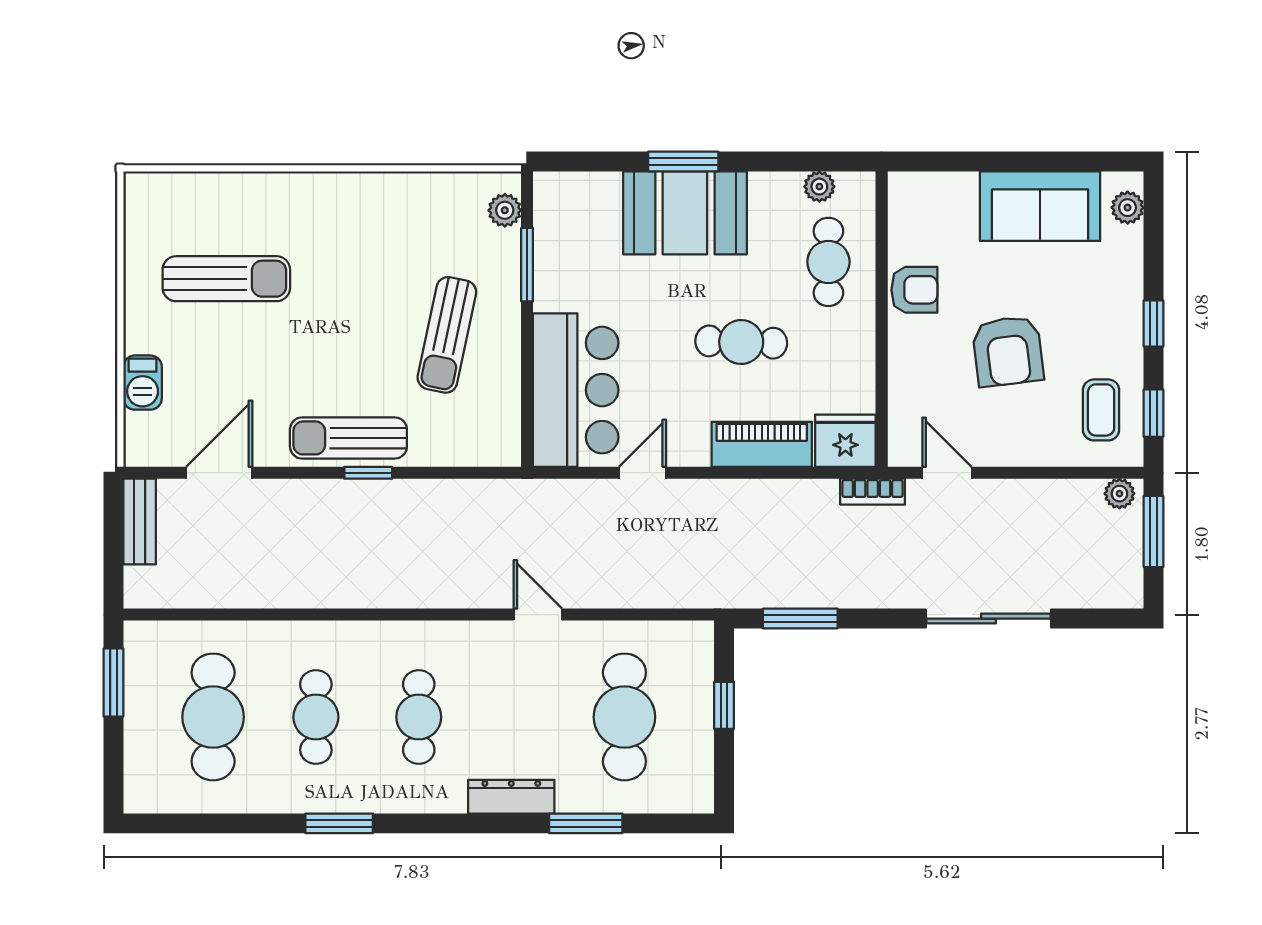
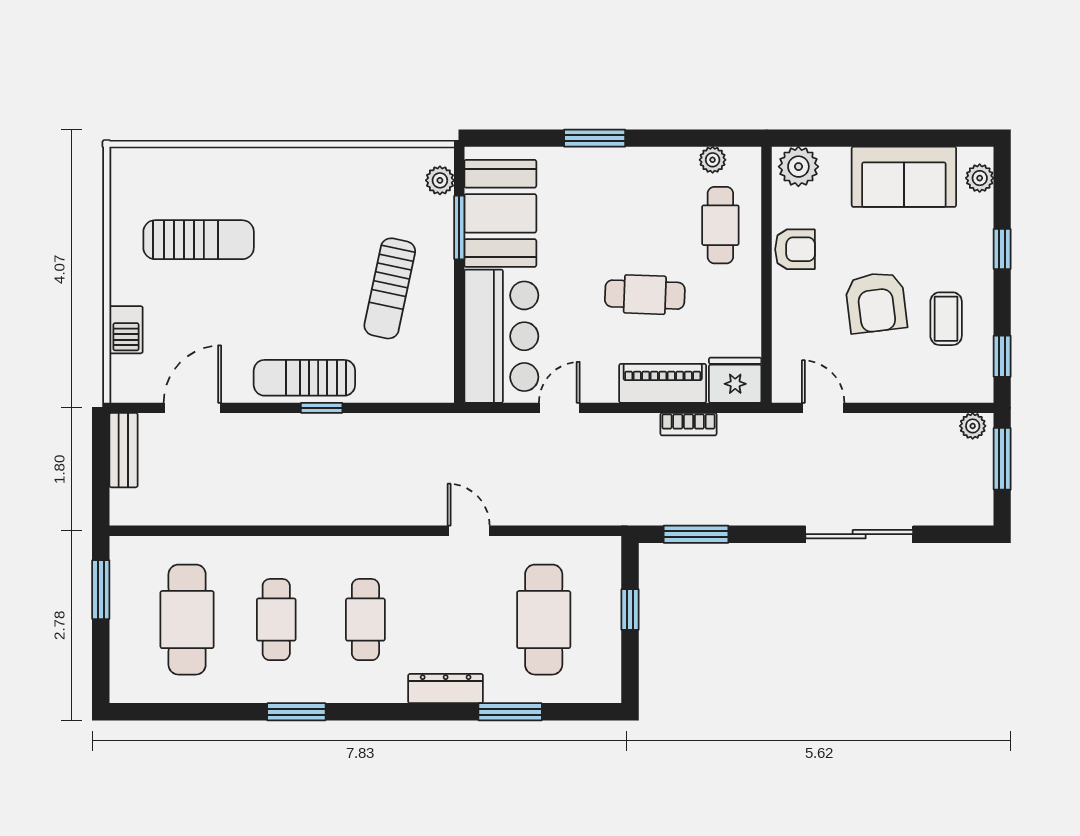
plant: (918, 194) -> (798, 167), added
booth: (685, 213) -> (500, 213), moved, turned 90
window: (1153, 323) -> (1002, 249), moved
coffee table: (1101, 410) -> (946, 319), moved
bookcase: (873, 492) -> (689, 424), moved

